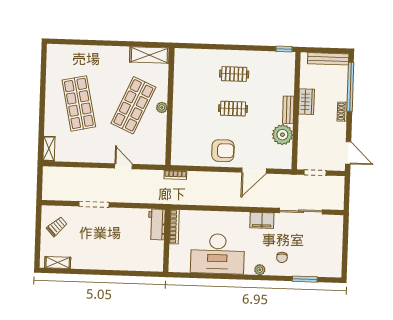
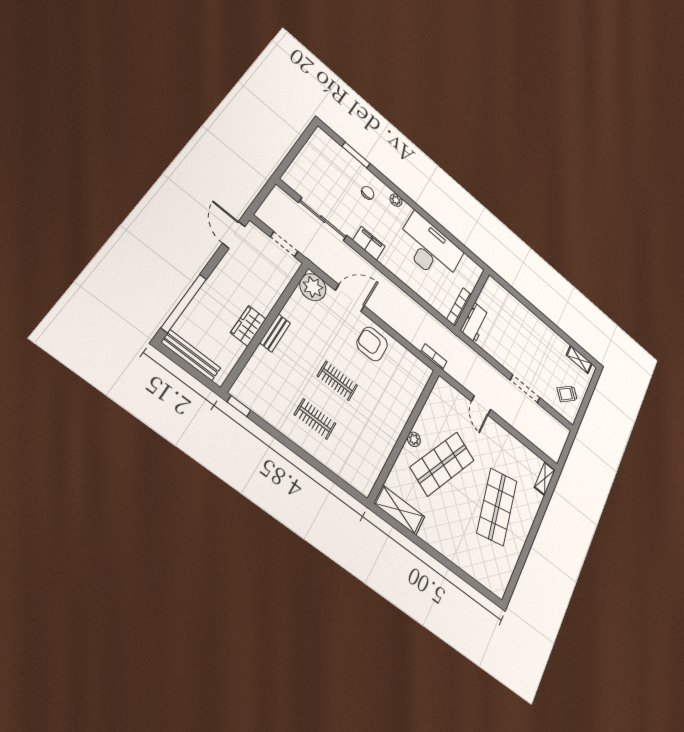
shoe rack: (342, 112) -> (212, 283), removed
plant: (282, 135) -> (313, 287), moved

